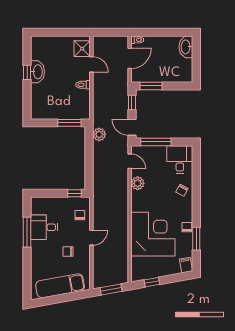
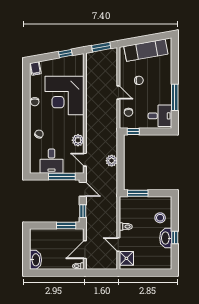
stool: (44, 95) -> (160, 218), added
plant: (99, 134) -> (112, 161), moved
desk: (180, 159) -> (52, 161), moved
desk: (44, 227) -> (160, 116), moved
door: (91, 238) -> (118, 92), swing flipped
window: (196, 239) -> (26, 92), removed

